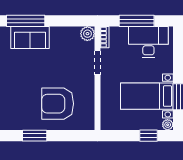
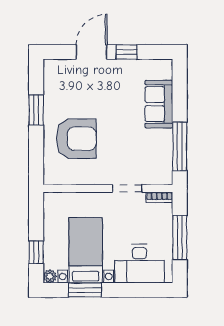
window: (26, 21) -> (180, 146), moved
plant: (87, 34) -> (164, 176), removed
desk: (148, 42) -> (139, 264), moved, turned 90
armchair: (58, 104) -> (76, 139), turned 90

